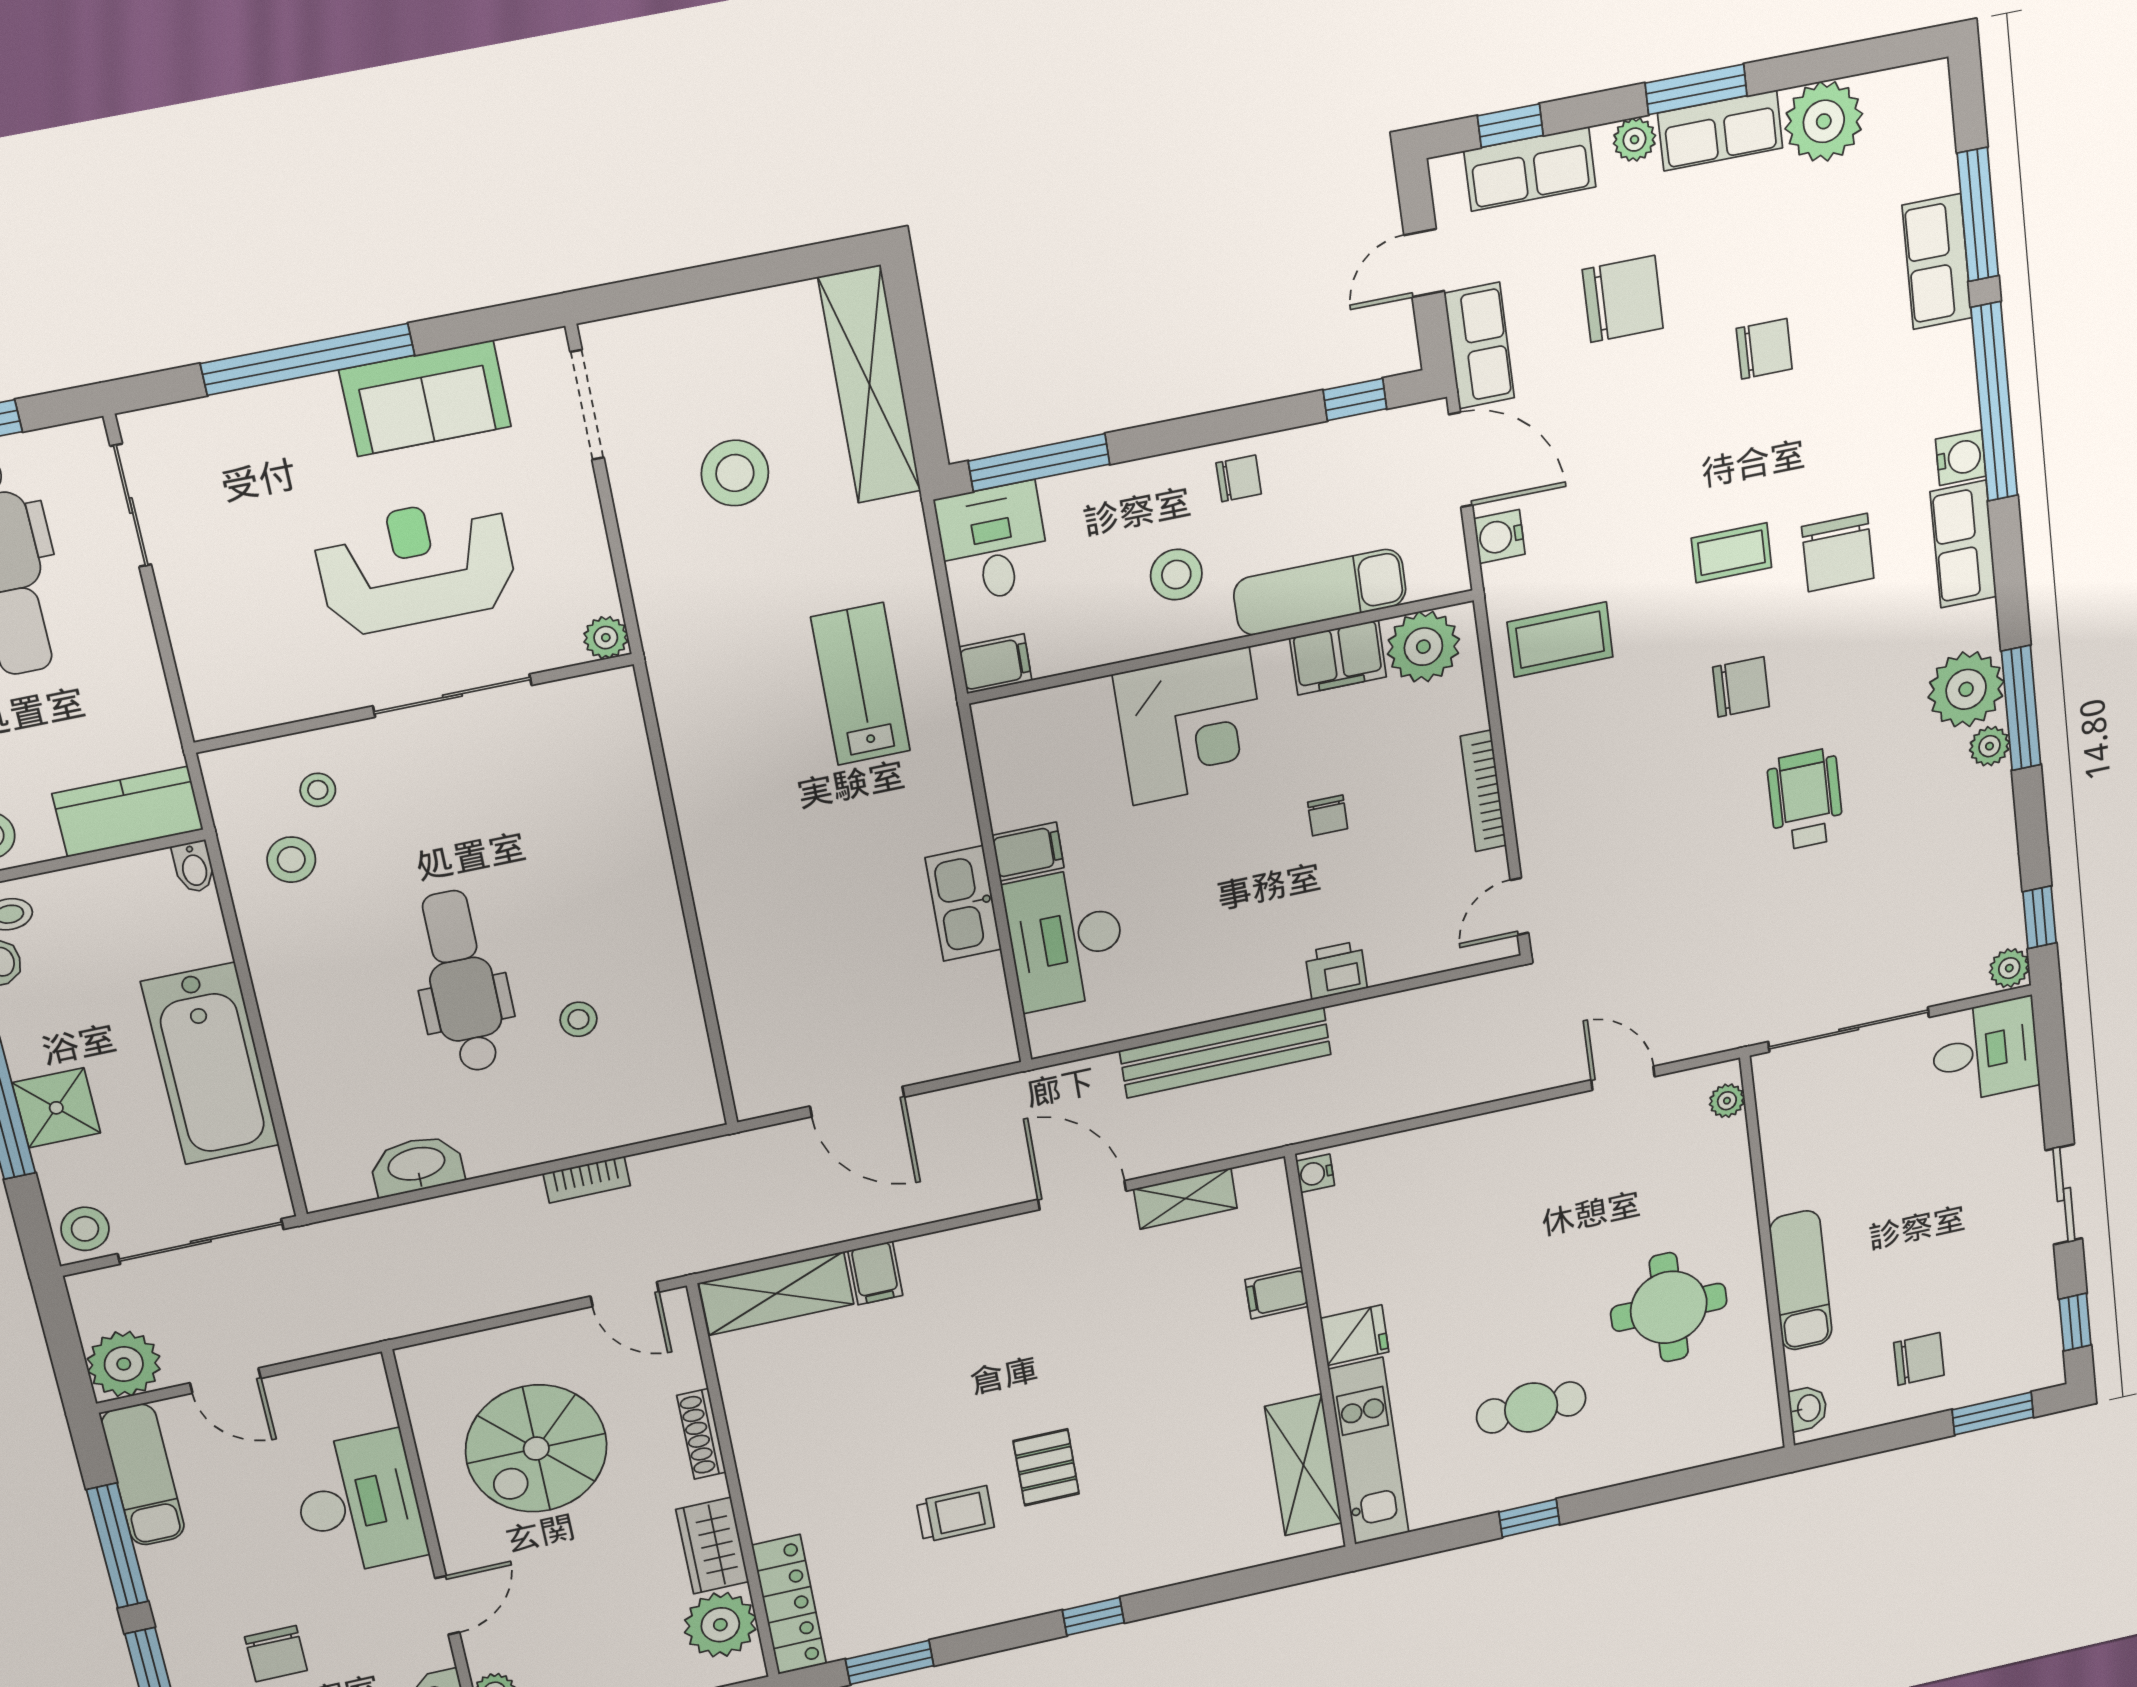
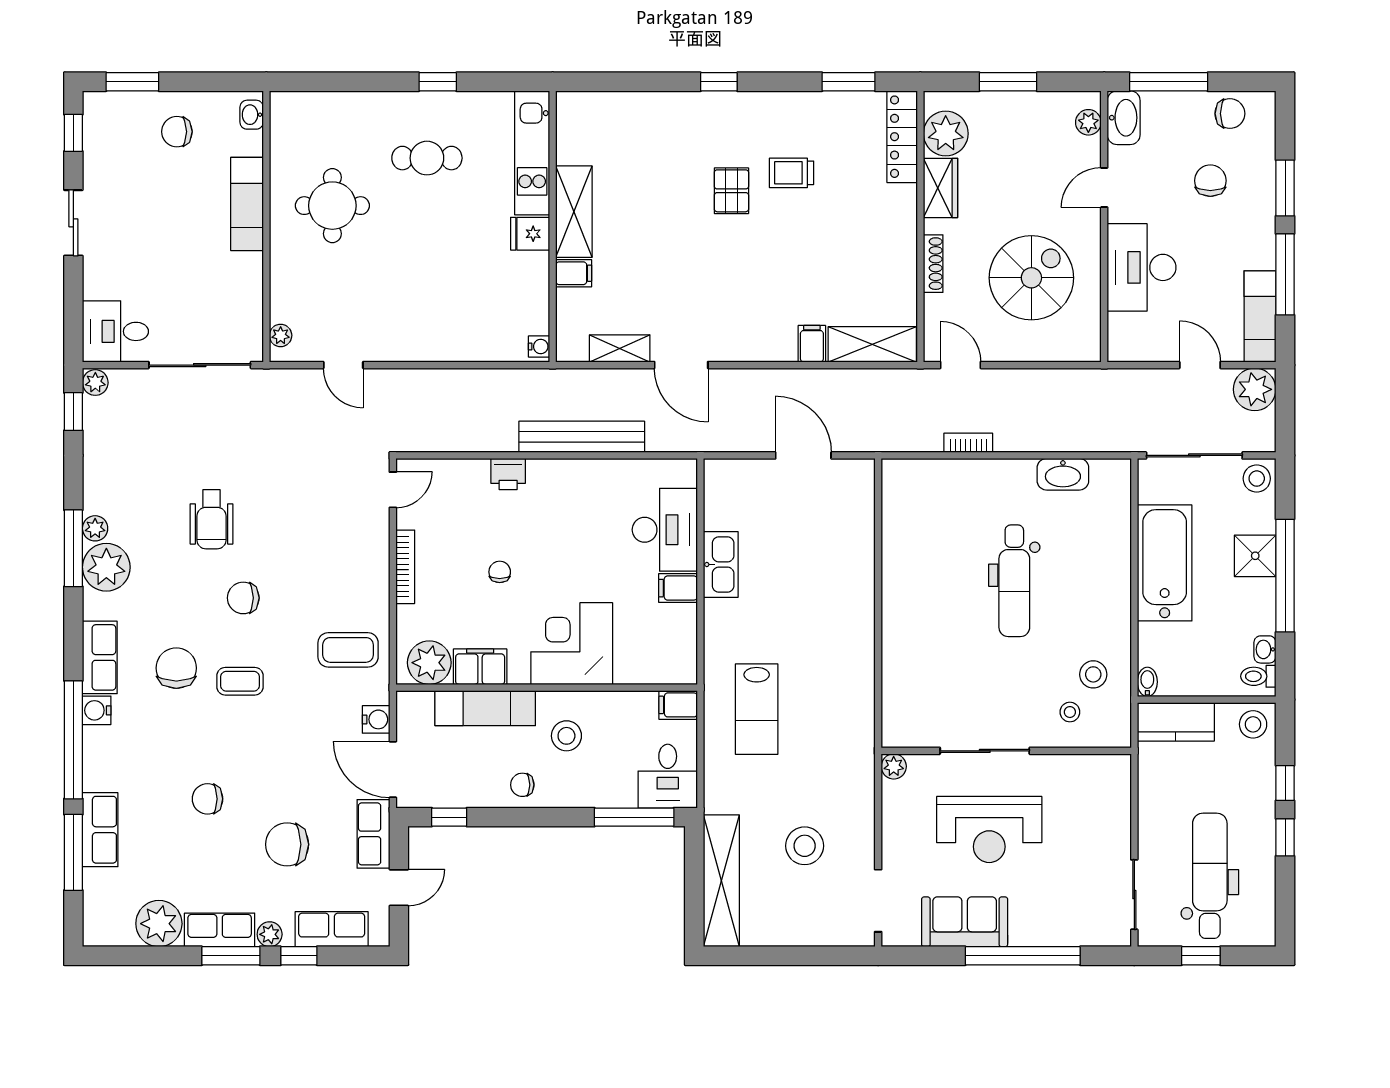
window: (1510, 126) -> (299, 956), moved
stool: (578, 1019) -> (953, 543), removed
shelving: (1303, 1465) -> (574, 212), moved

